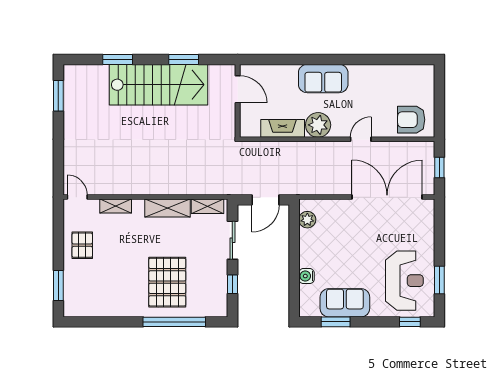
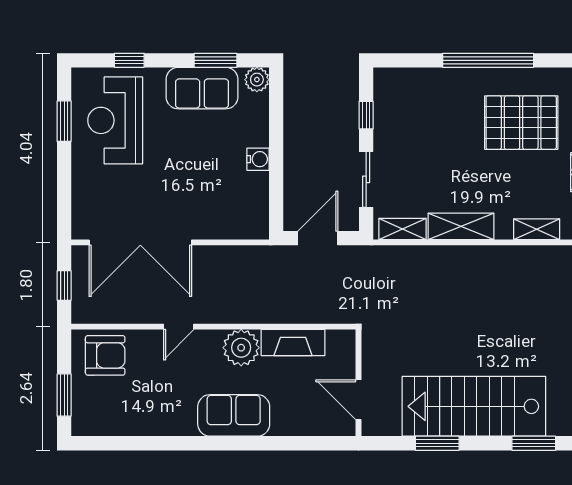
window: (439, 92) -> (64, 395), added
plant: (307, 220) -> (257, 80), moved
water cooler: (307, 276) -> (258, 159), moved
pallet: (167, 282) -> (521, 123), moved, turned 90
window: (174, 322) -> (488, 60), moved
window: (410, 322) -> (129, 60), moved

